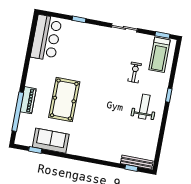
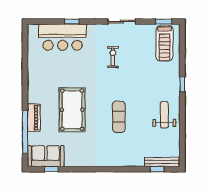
bar counter: (46, 38) -> (63, 37), moved, turned 90
exercise bike: (135, 72) -> (113, 57), moved
weight bench: (144, 107) -> (164, 115), moved
exercise mat: (106, 114) -> (119, 117), added
sofa: (51, 141) -> (46, 156), moved

